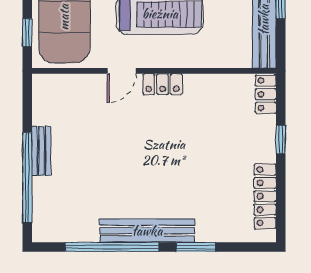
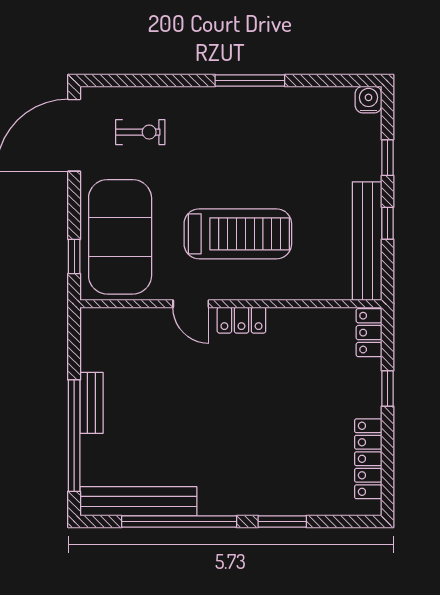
door: (122, 71) -> (191, 304), hinge flipped
bench: (147, 231) -> (138, 501), moved

